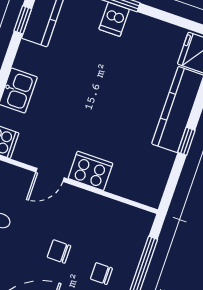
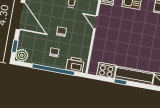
cooker: (90, 171) -> (106, 70), moved, turned -90
printer: (134, 233) -> (75, 65), added

